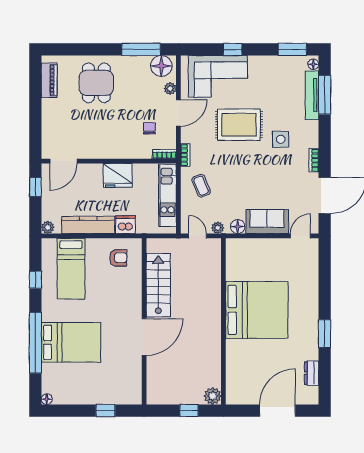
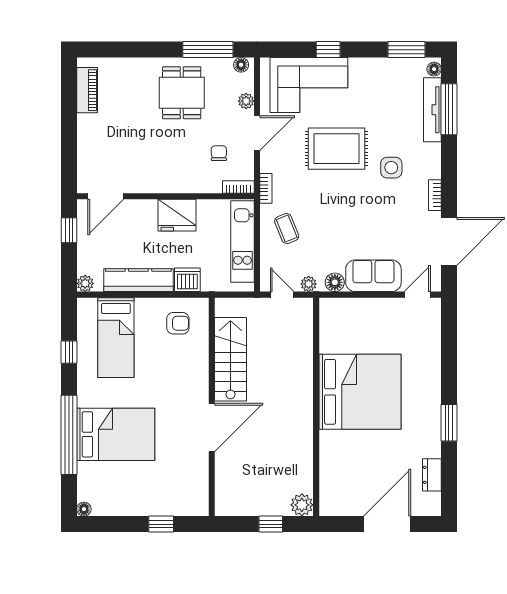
floor lamp: (161, 66) -> (241, 65), width x0.53, depth x0.53
dining table: (96, 83) -> (182, 93), moved

